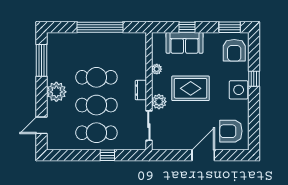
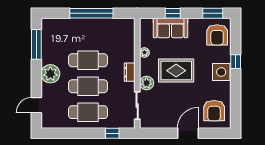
armchair: (231, 131) -> (214, 111), turned -90
window: (107, 155) -> (112, 133), moved

